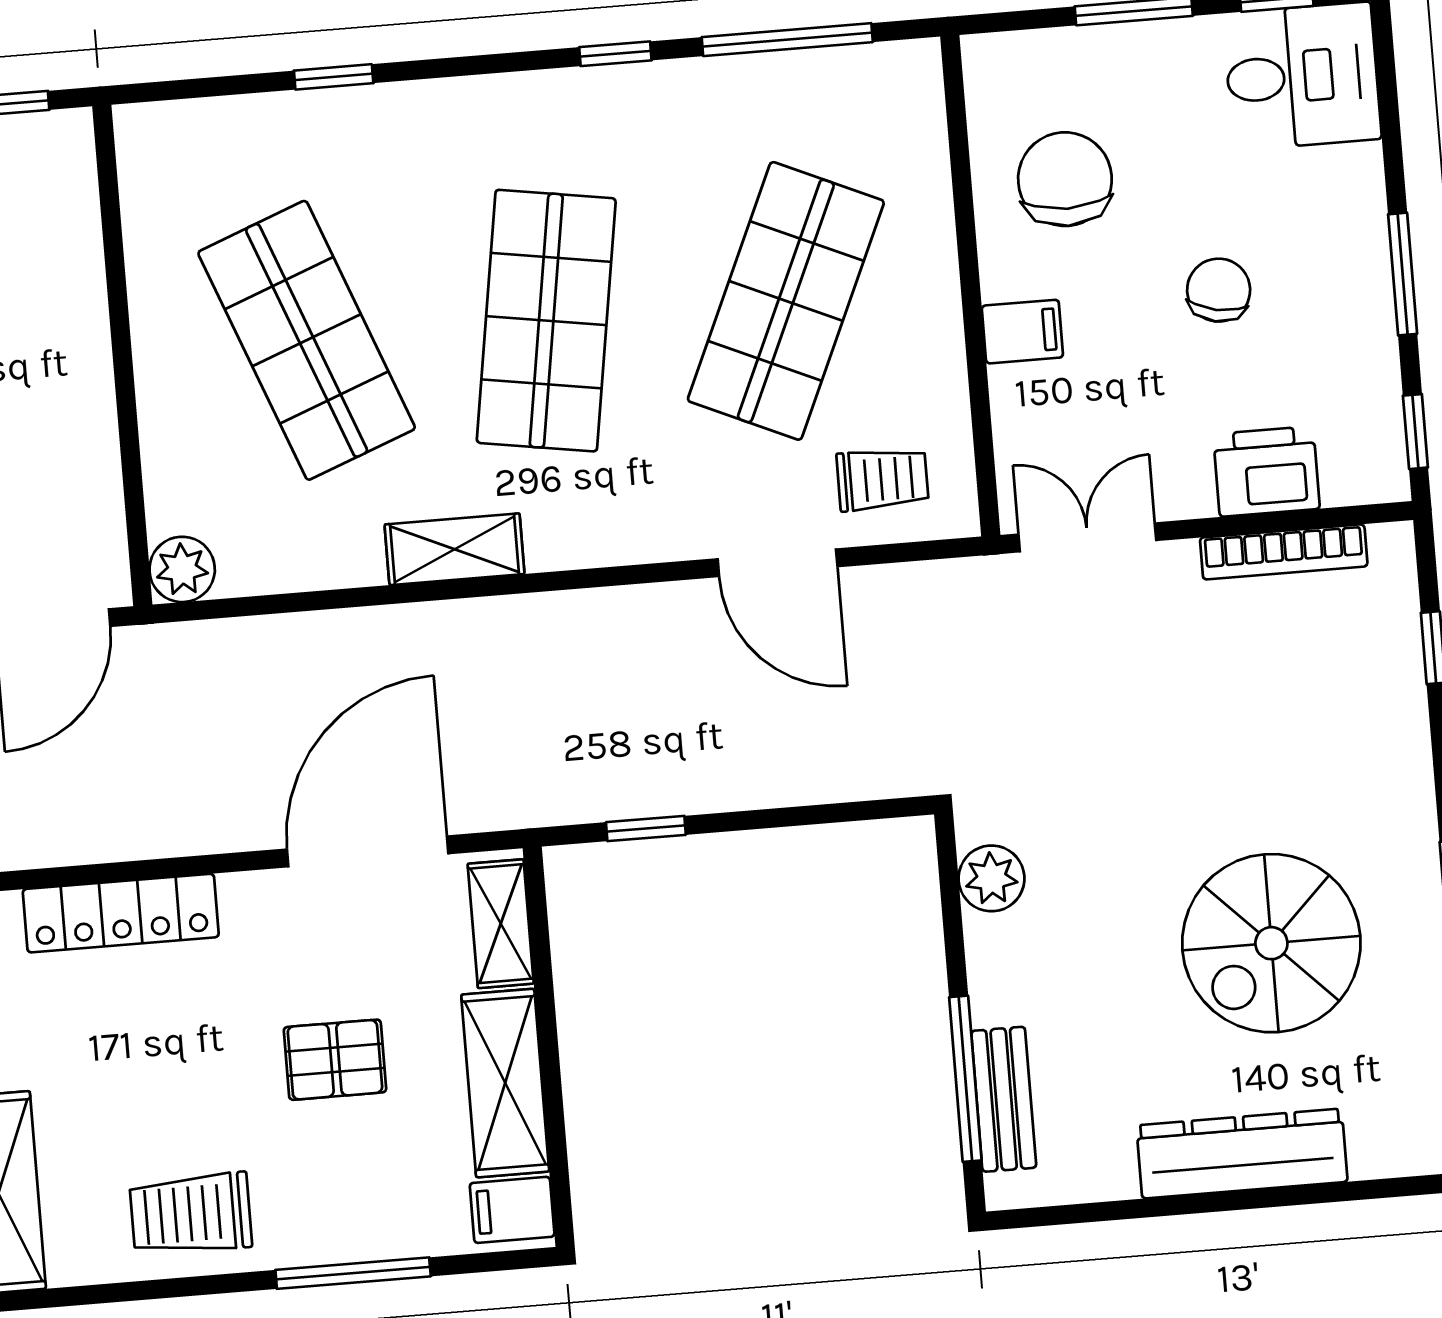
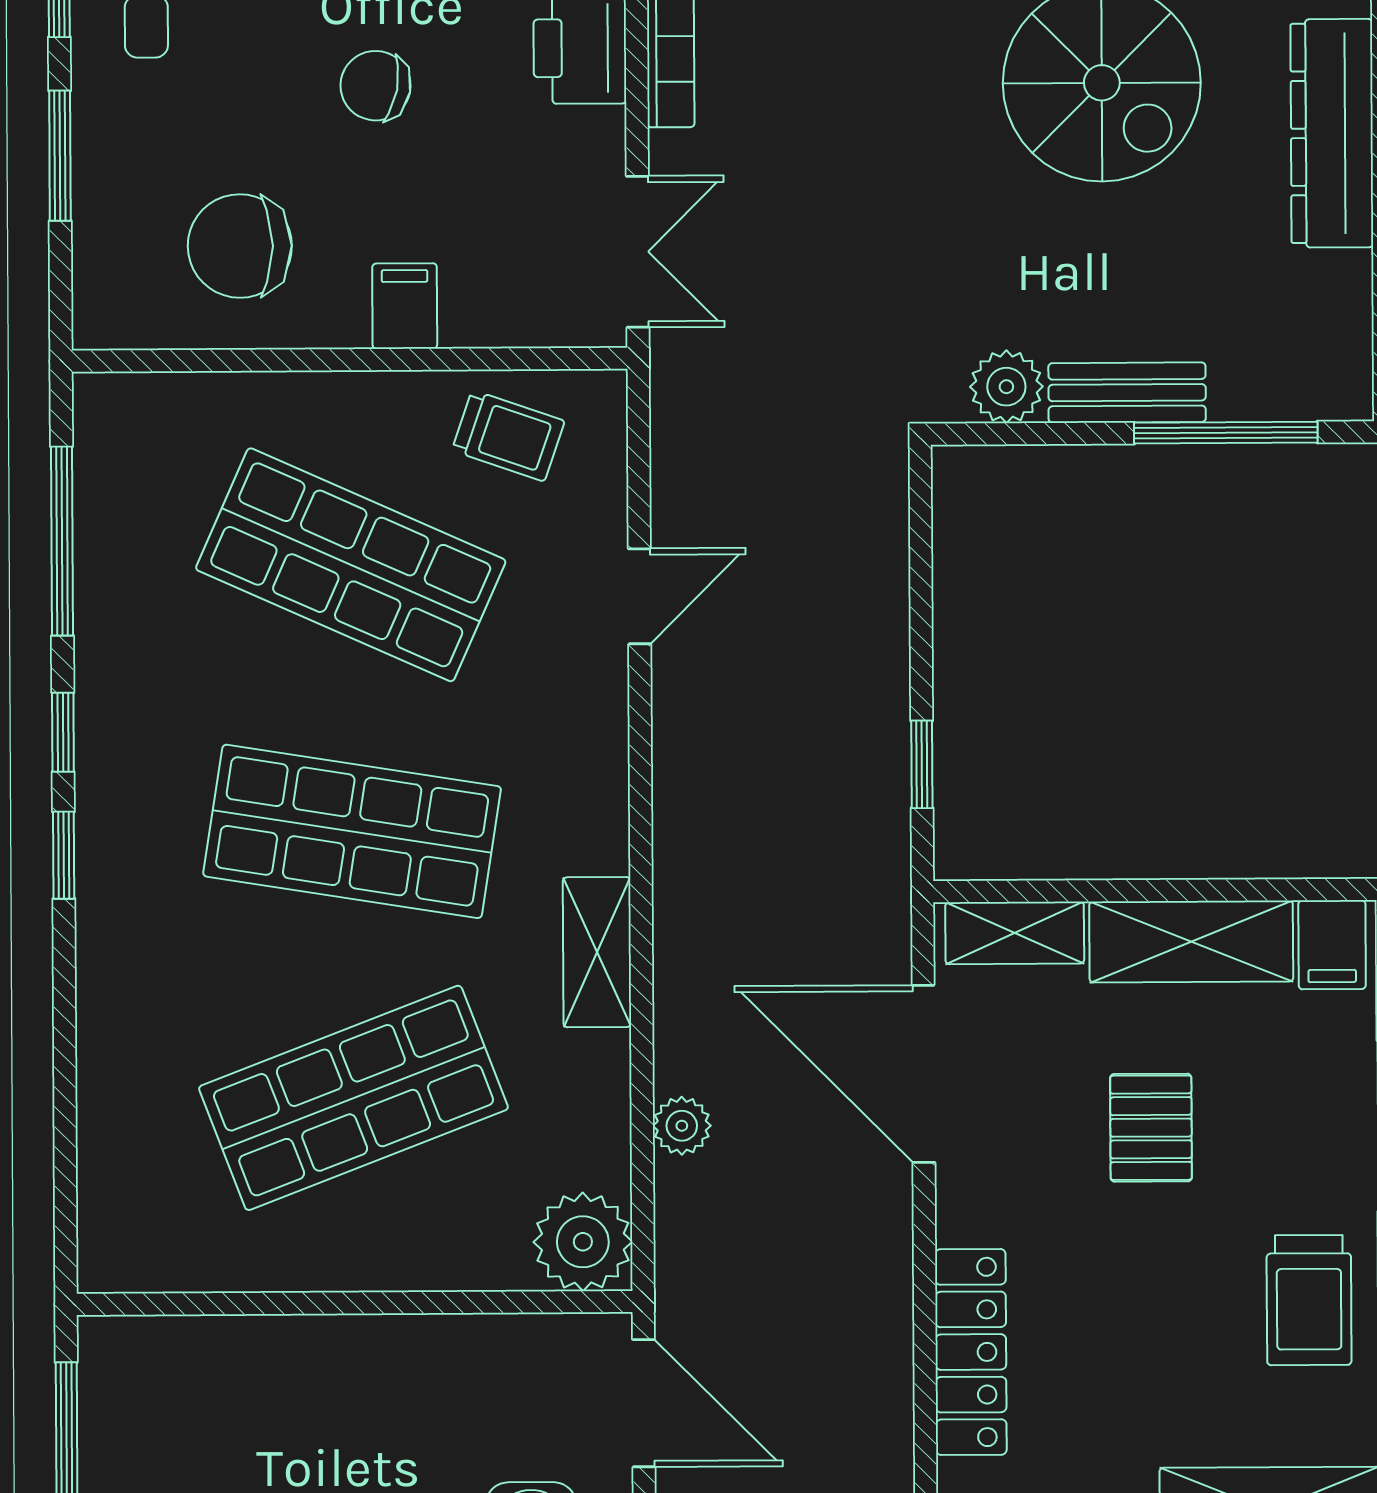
window: (334, 77) -> (64, 855), moved
trolley: (883, 479) -> (508, 436), moved, turned 109
double door: (1087, 537) -> (638, 252), swing flipped
door: (778, 563) -> (639, 596), width x0.73
plant: (182, 569) -> (583, 1242), width x1.36, depth x1.36
plant: (304, 638) -> (682, 1126), added
bench: (1004, 1099) -> (1127, 393), moved

